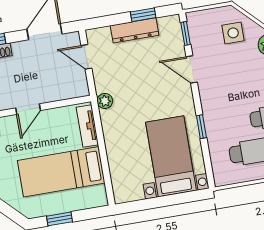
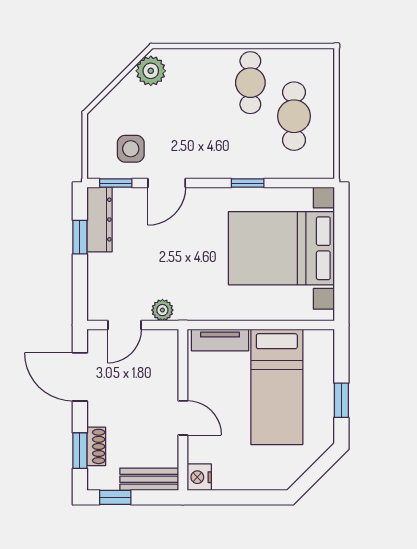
dresser: (135, 30) -> (100, 220), moved
side table: (233, 33) -> (131, 149), moved
plant: (105, 101) -> (162, 310), moved
bed with nightstands: (171, 156) -> (281, 248), width x1.36

